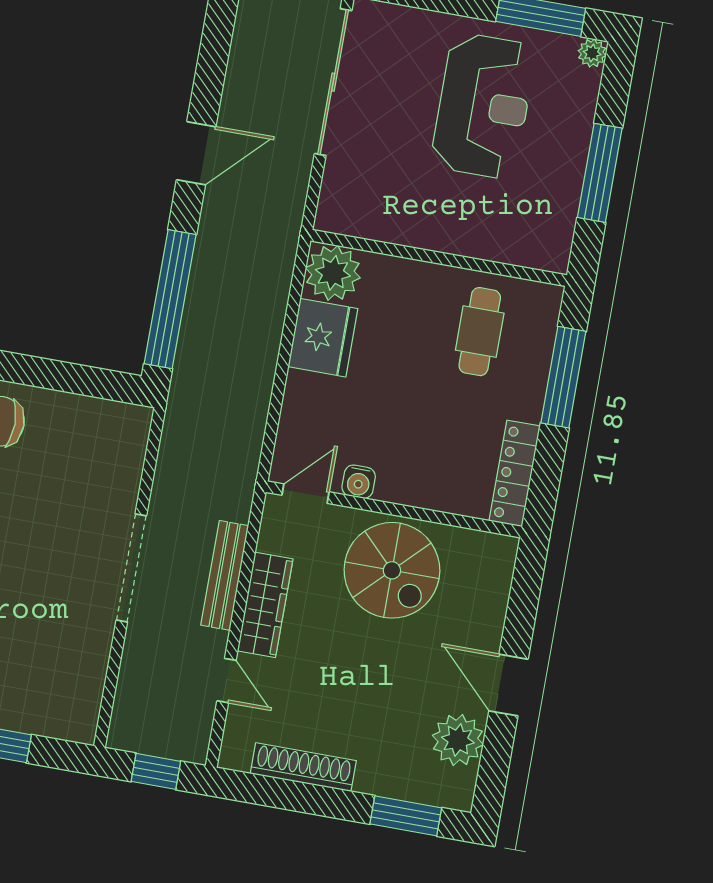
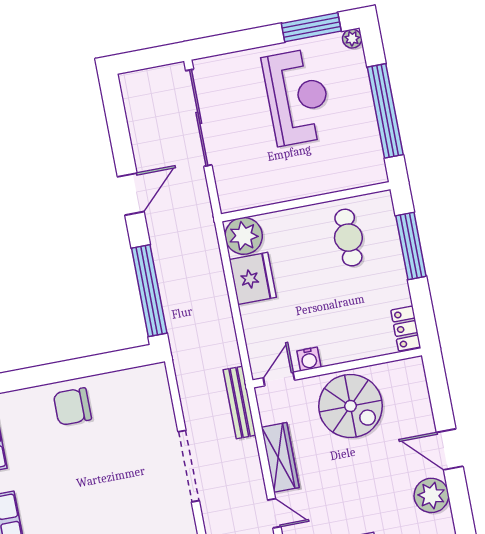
window: (600, 173) -> (385, 111), width x1.46
locker: (515, 473) -> (406, 329), width x0.66
bench: (225, 575) -> (239, 402), moved

